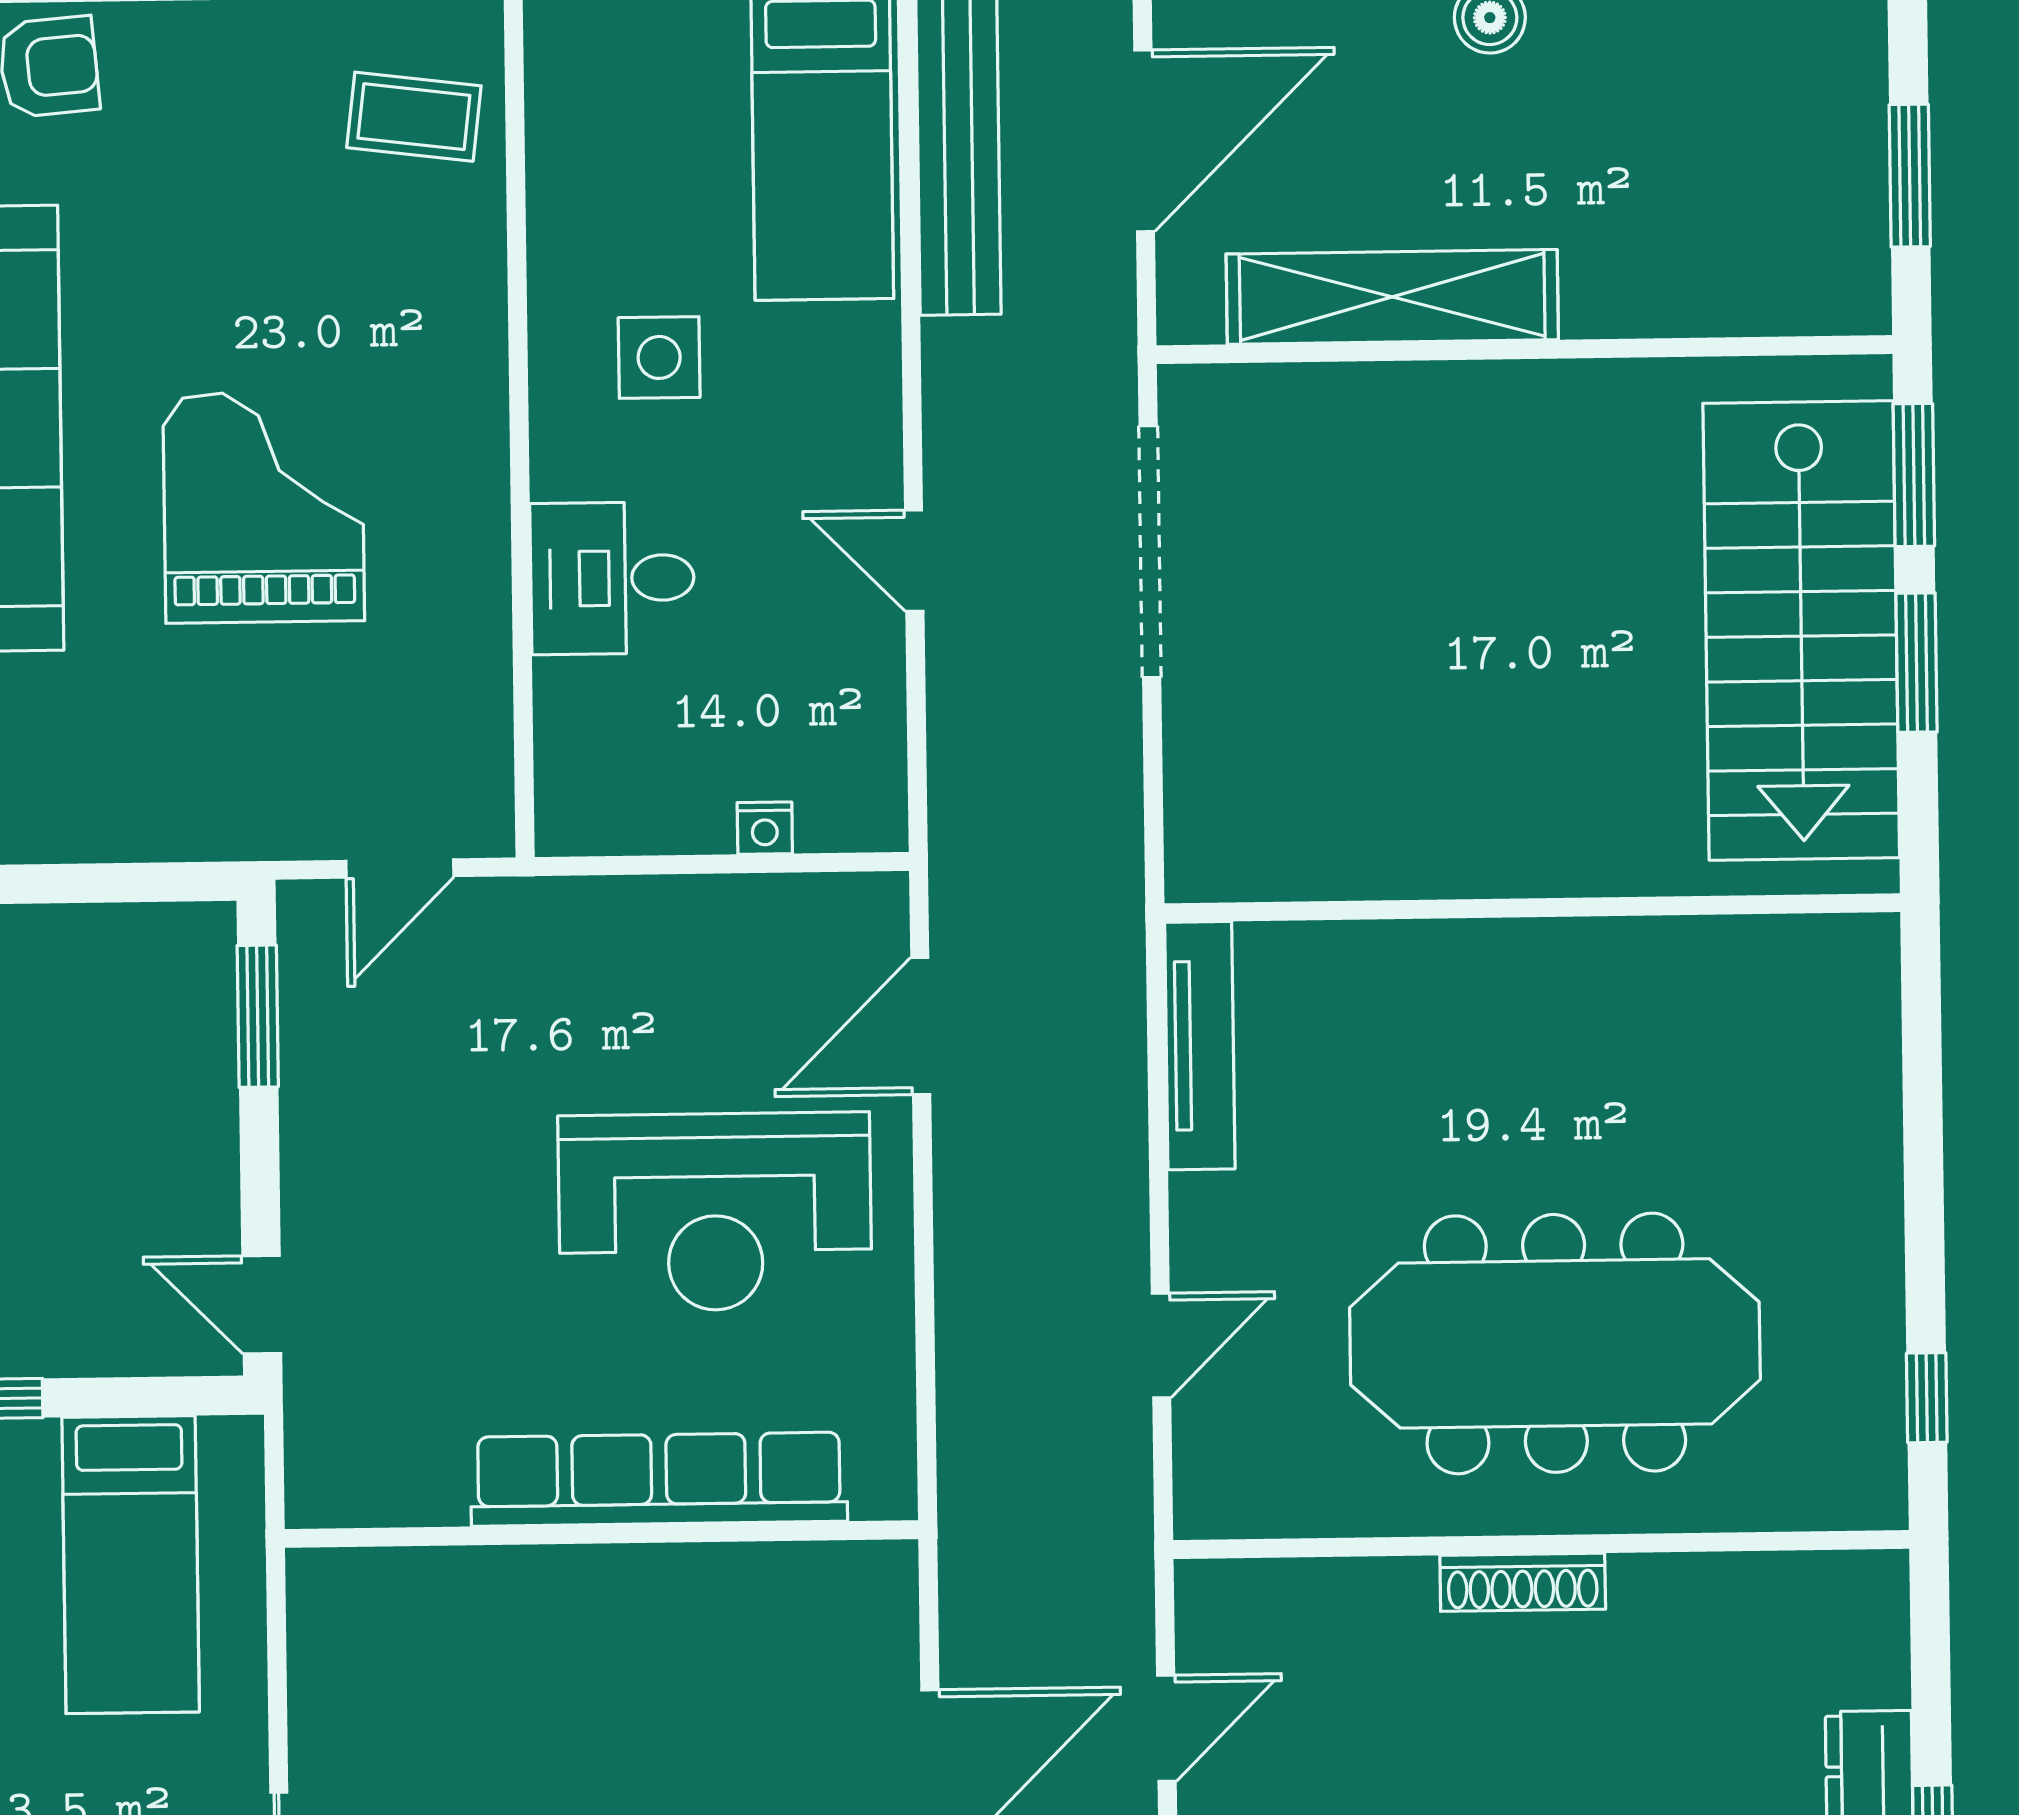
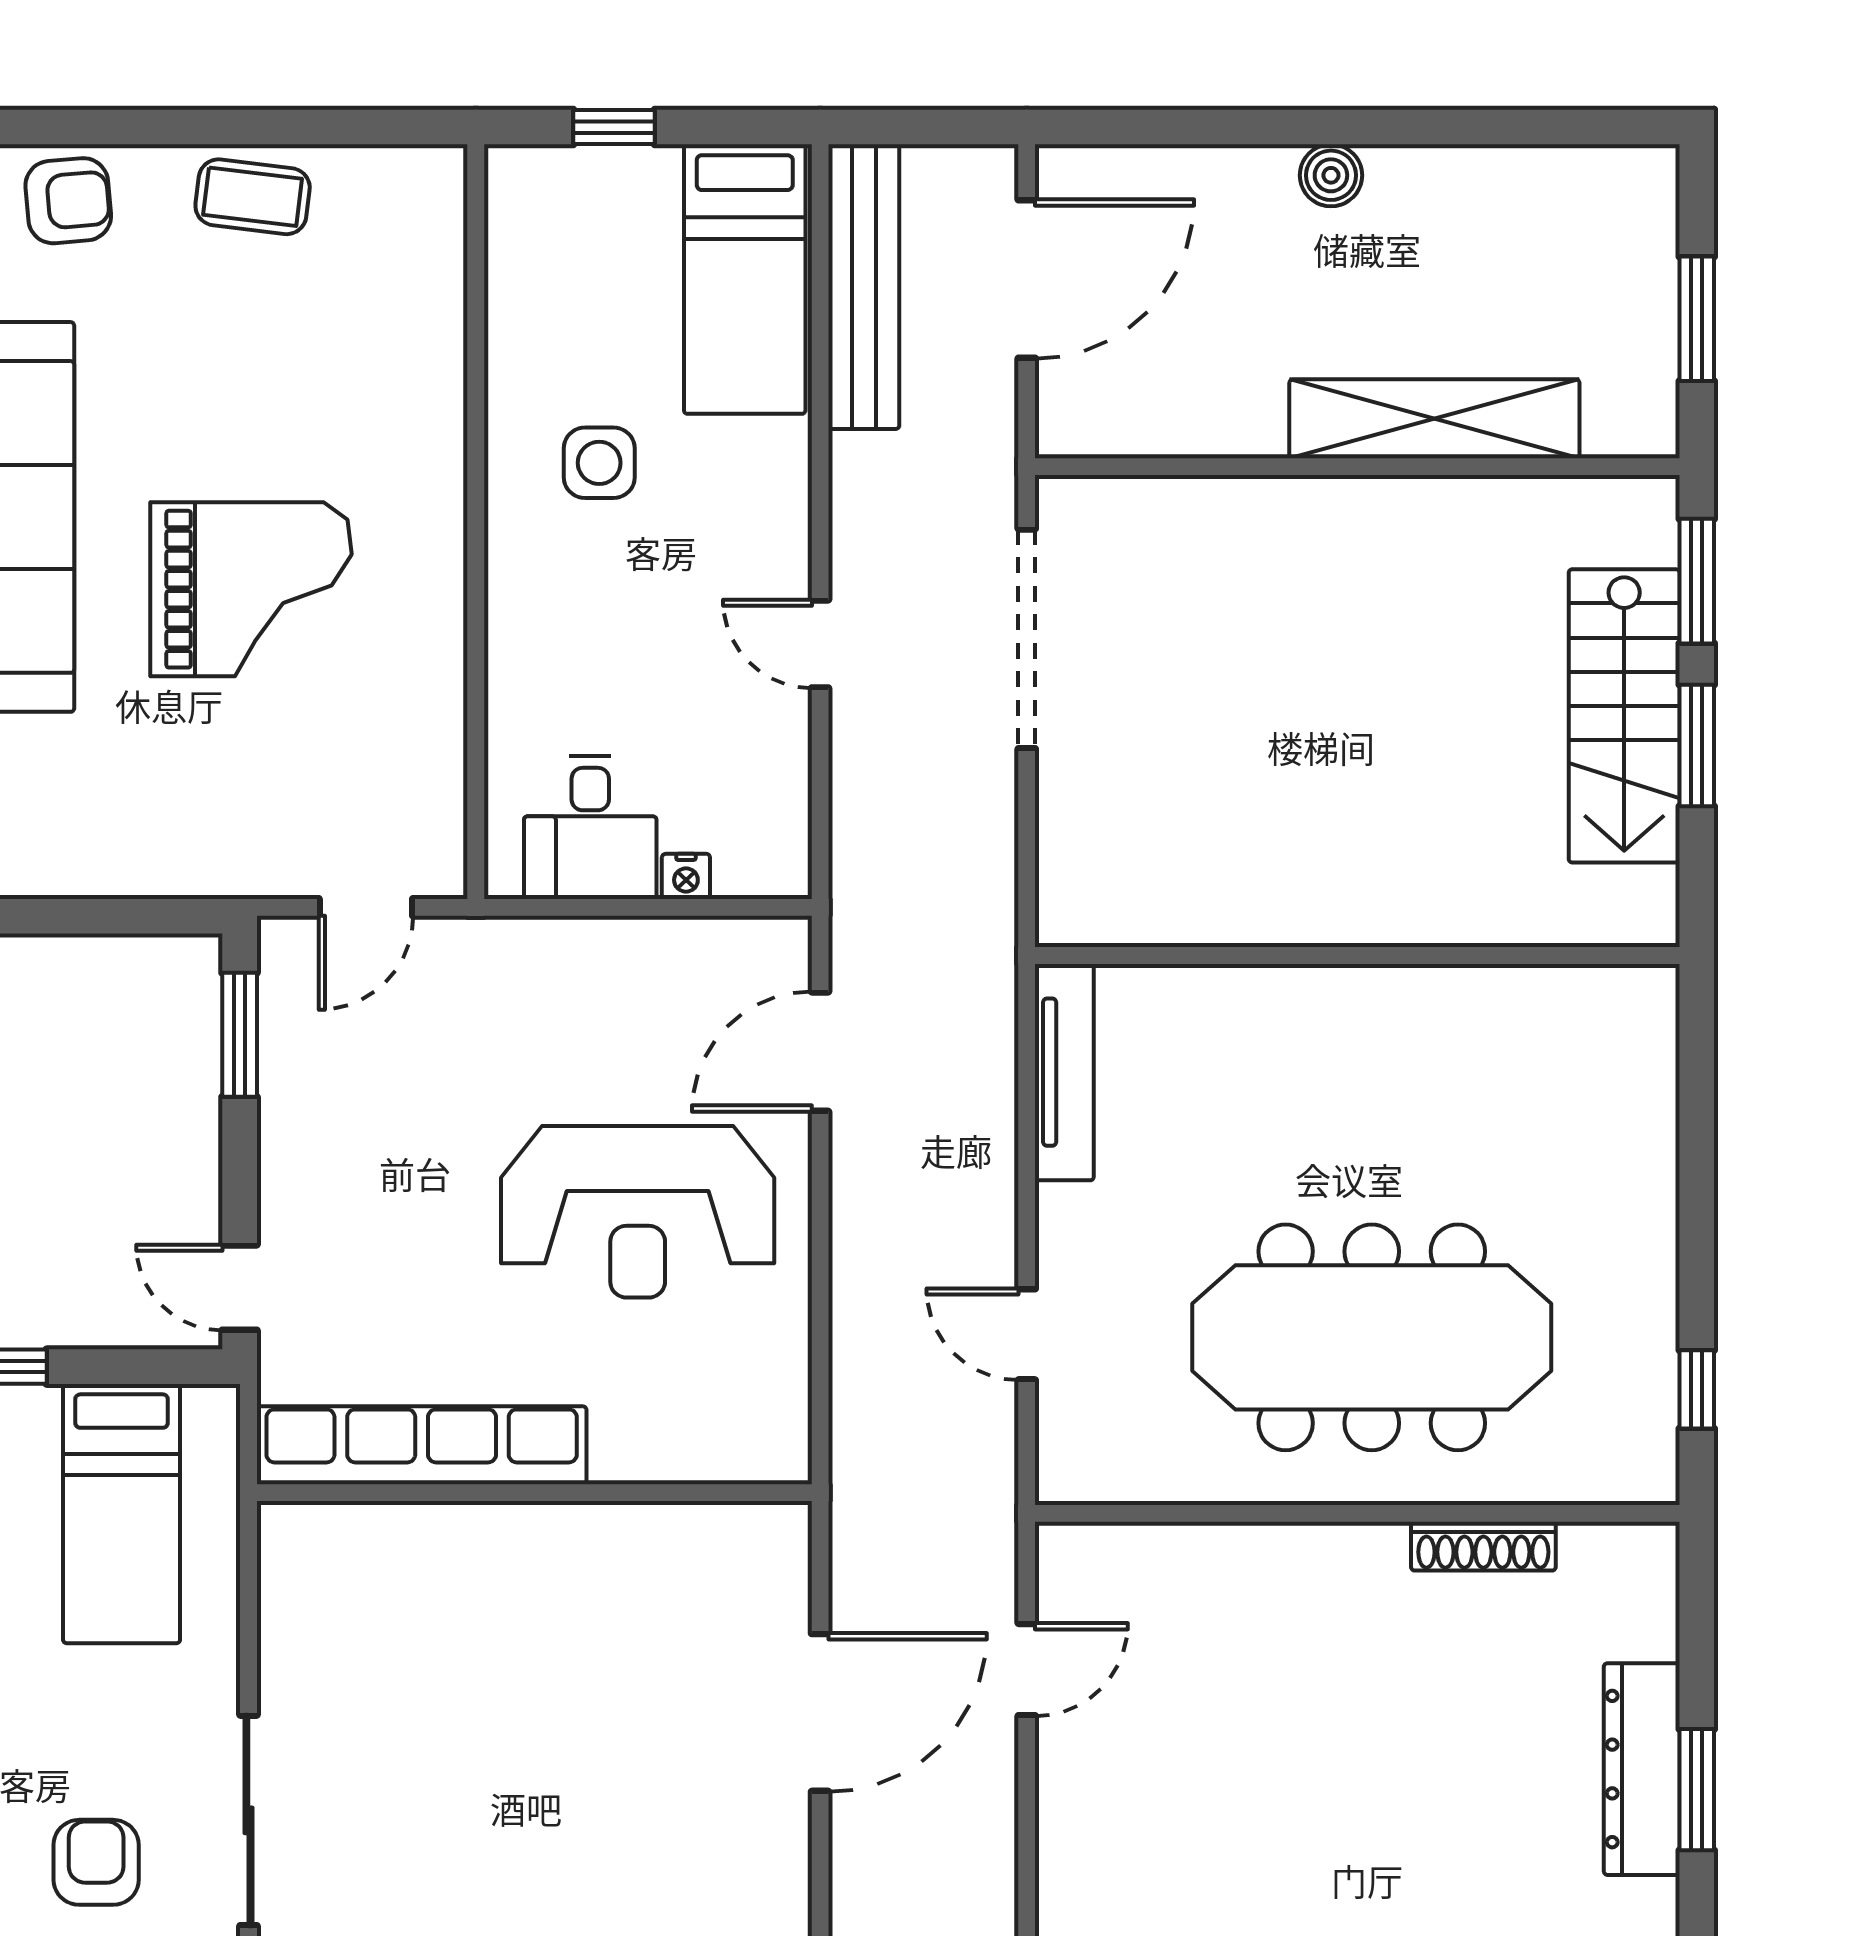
coffee table: (414, 117) -> (253, 197), moved
shelving: (1392, 297) -> (1434, 419), moved
grand piano: (264, 507) -> (251, 589), turned 90
desk: (612, 578) -> (590, 828), moved, turned -90
stairs: (1801, 630) -> (1624, 716), width x0.73, depth x0.66
door: (1161, 1346) -> (1027, 1334), swing flipped
row of seats: (659, 1479) -> (422, 1445), moved
shoe rack: (1523, 1582) -> (1483, 1546), moved

